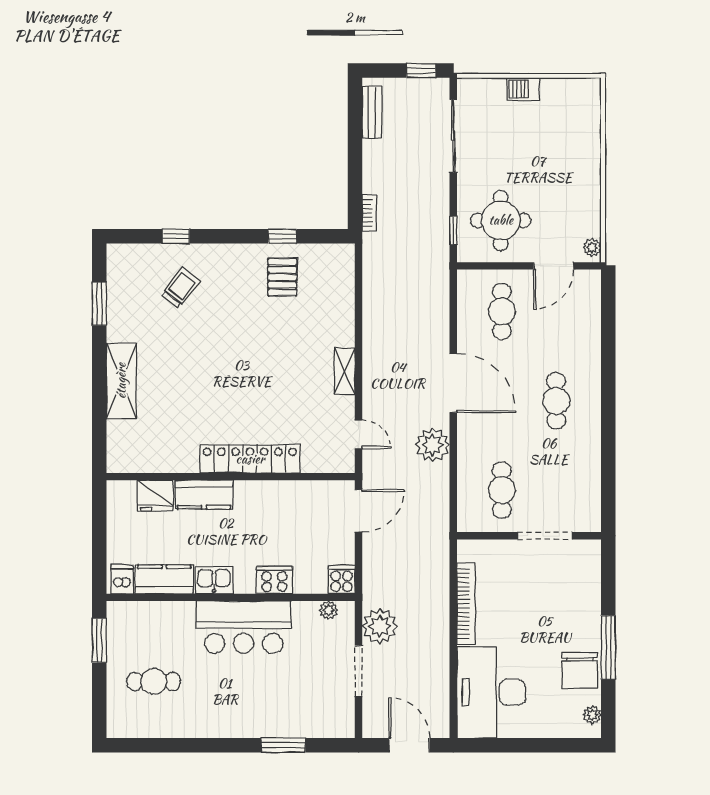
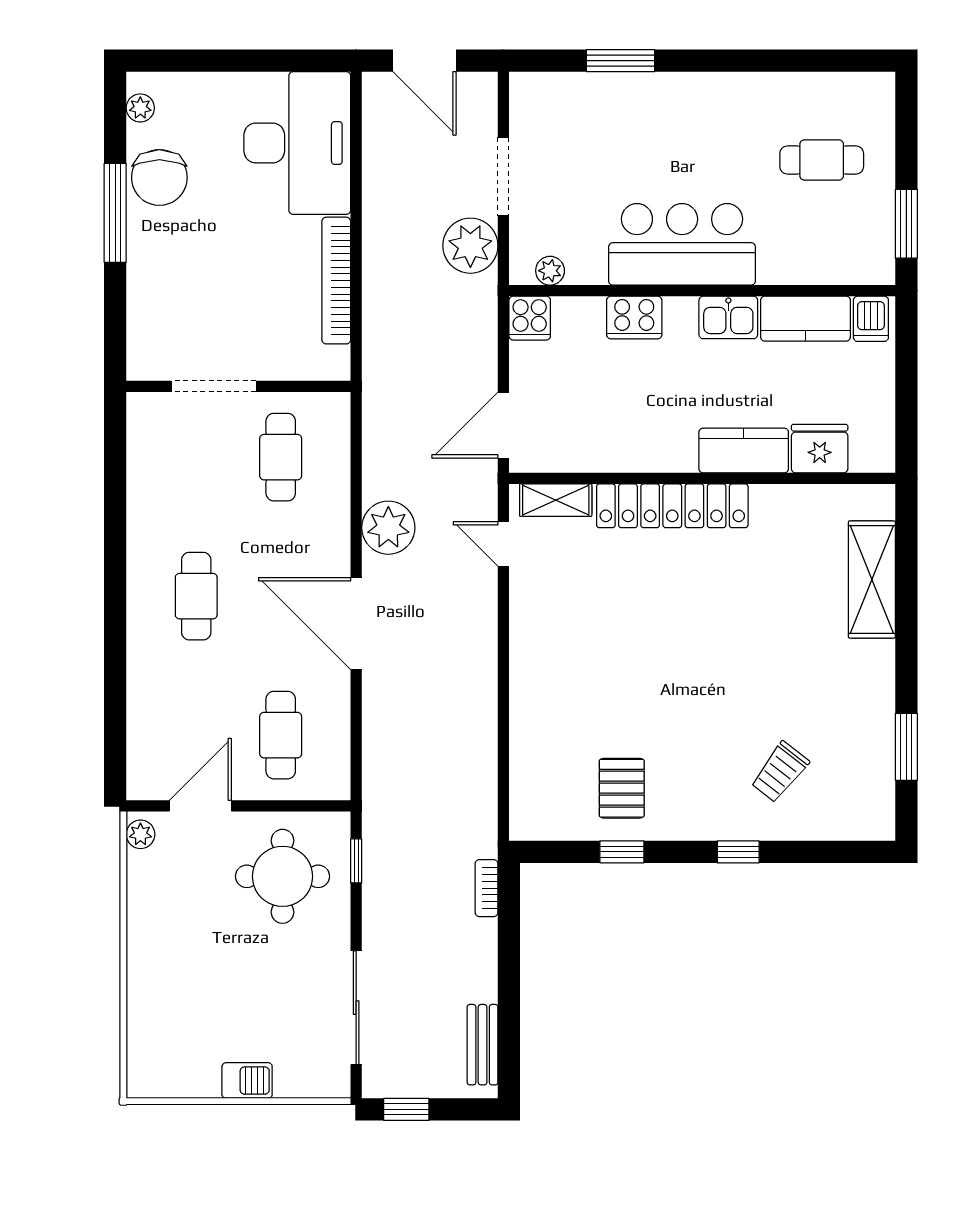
window: (176, 236) -> (738, 852), moved
shelving: (345, 371) -> (556, 500), moved, turned 90
shelving: (121, 381) -> (872, 579), moved
chair: (580, 670) -> (159, 177), turned 180

